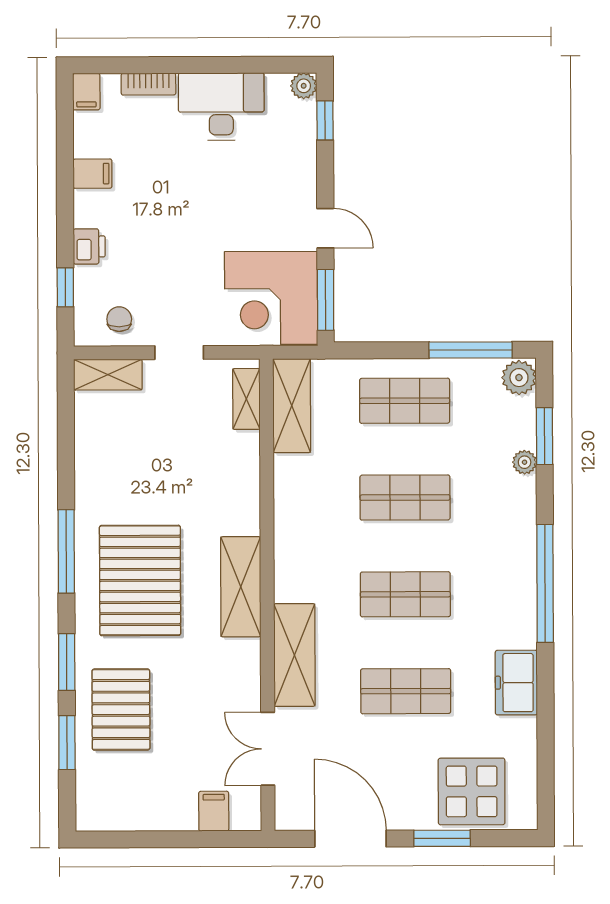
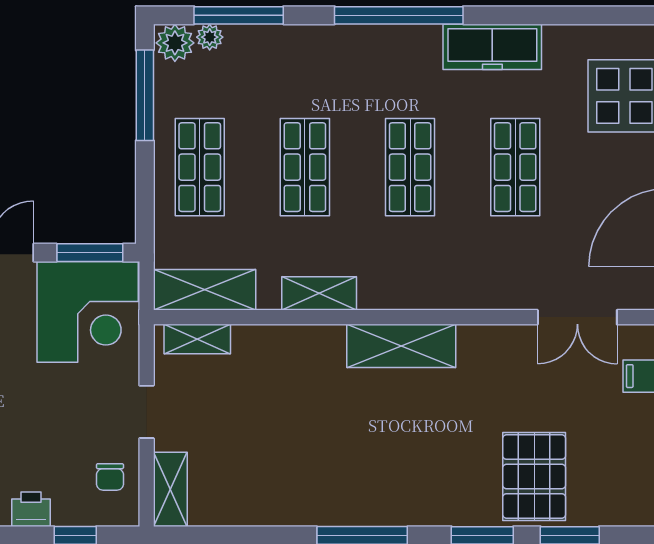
chair: (119, 319) -> (110, 477), turned -90
window: (545, 436) -> (239, 15), width x1.44
plant: (525, 462) -> (210, 37), moved
pallet: (140, 580) -> (394, 455), removed
shelving: (294, 655) -> (319, 293), moved, width x0.67, depth x0.75
freezer: (516, 683) -> (492, 47), width x1.40
pallet: (121, 710) -> (534, 477), turned 90

